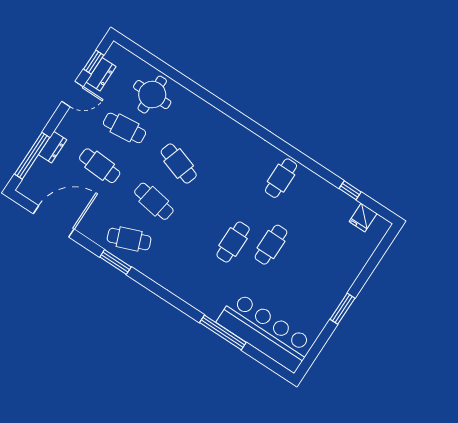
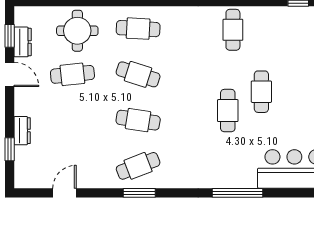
door: (73, 94) -> (10, 74), hinge flipped
window: (32, 156) -> (10, 149), width x0.46
cafe table: (100, 166) -> (138, 29), moved
door: (54, 221) -> (64, 193), width x0.53
window: (223, 333) -> (237, 193), moved

